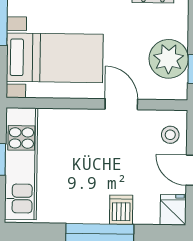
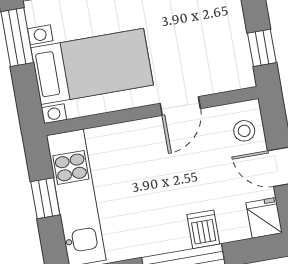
plant: (169, 59) -> (226, 42), removed
door: (121, 104) -> (180, 106), swing flipped

